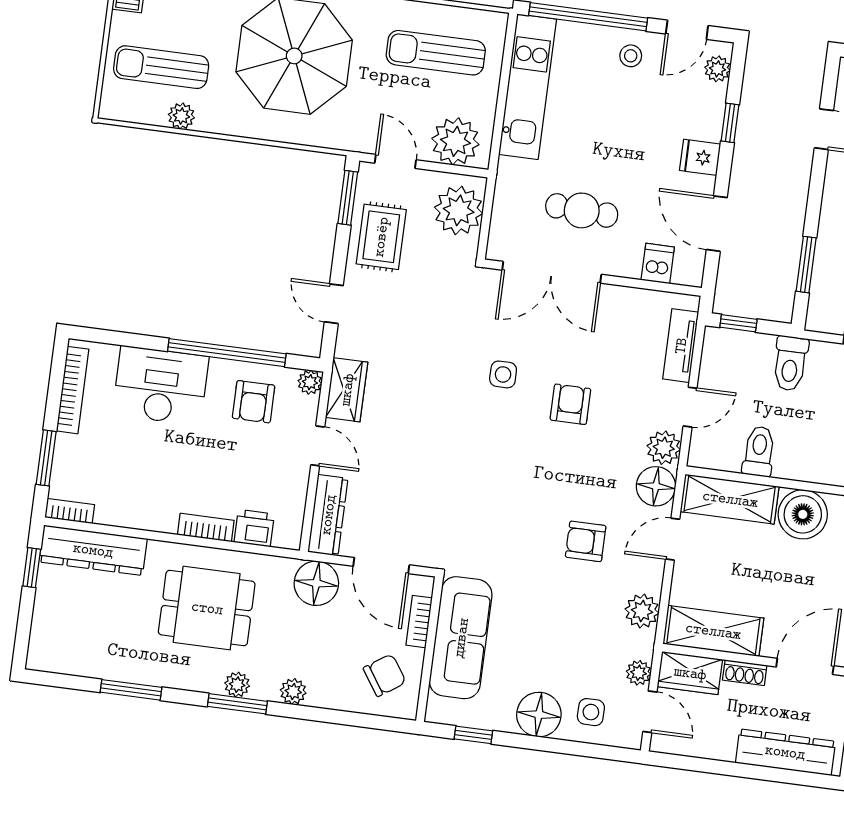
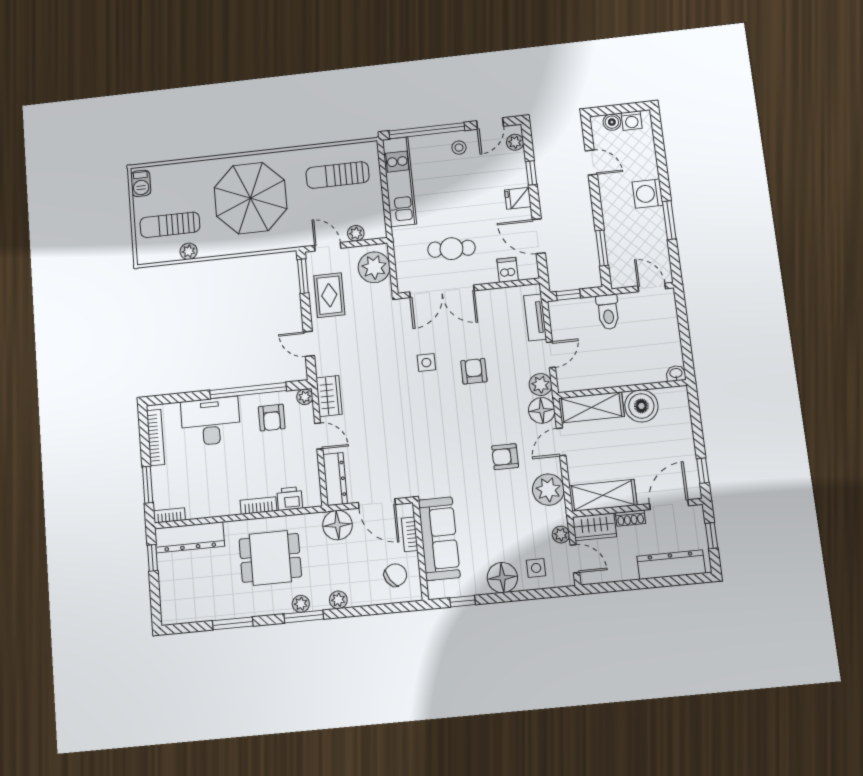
plant: (455, 141) -> (356, 233), width x0.53, depth x0.53
toilet: (759, 451) -> (602, 372), removed
plant: (642, 611) -> (548, 490), width x1.36, depth x1.36

